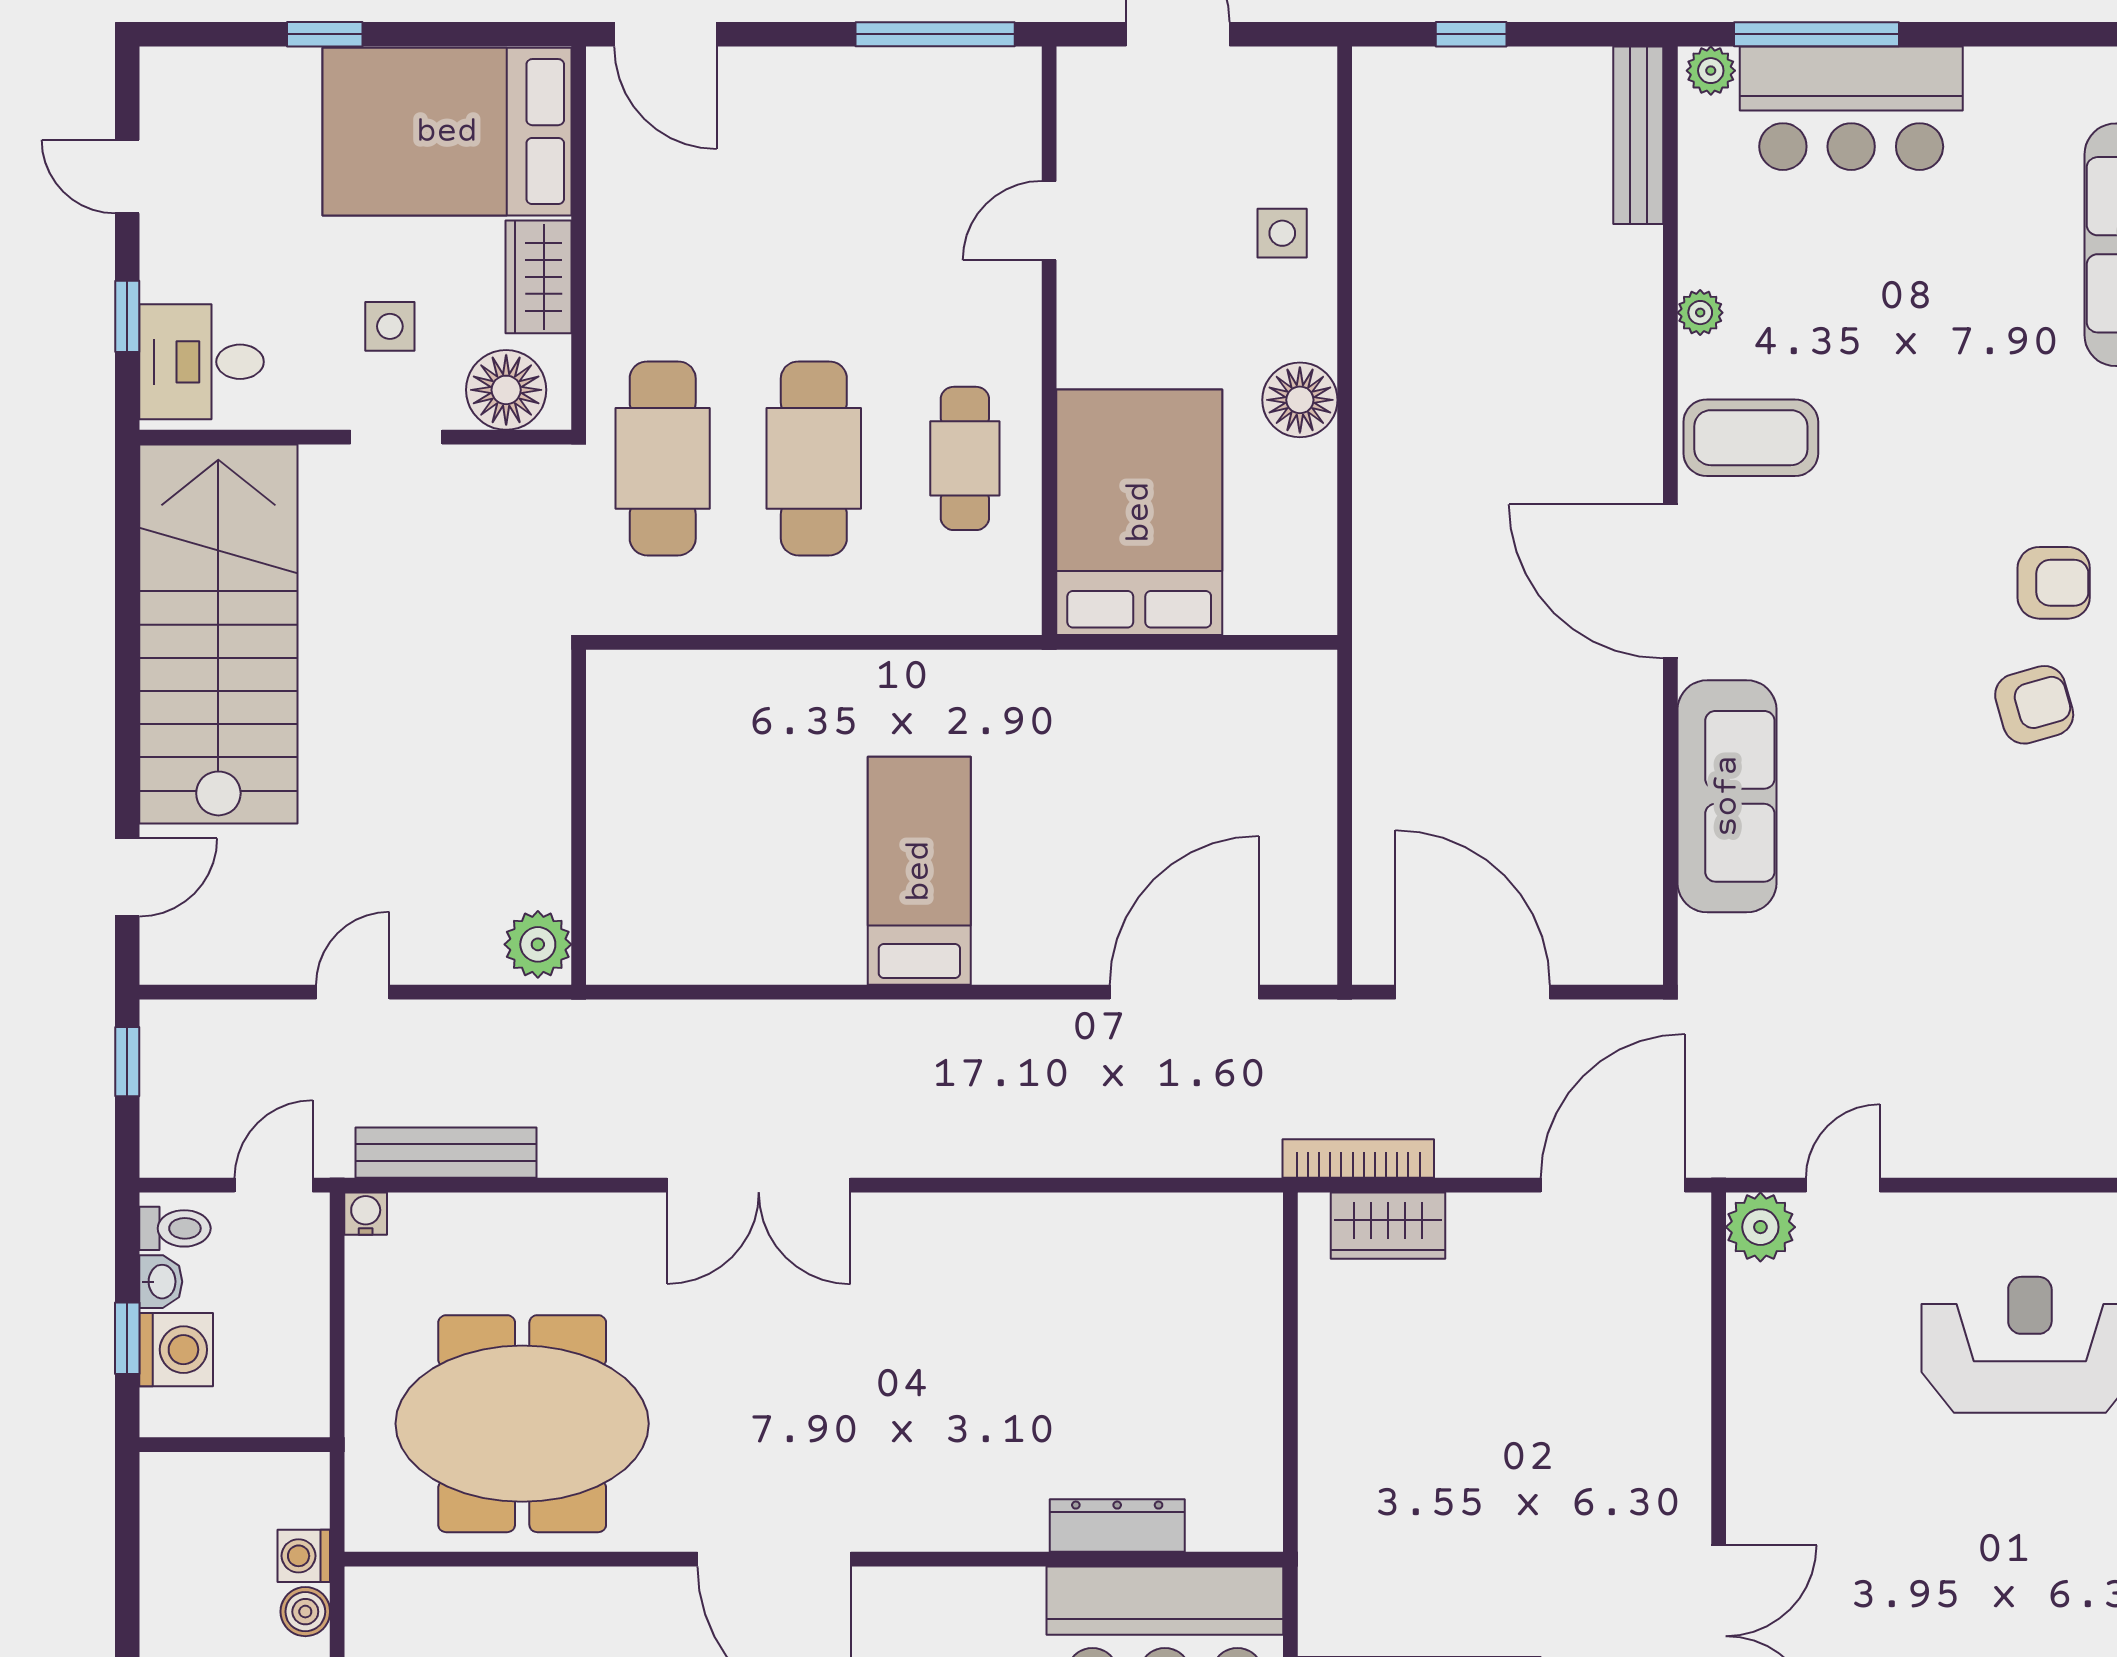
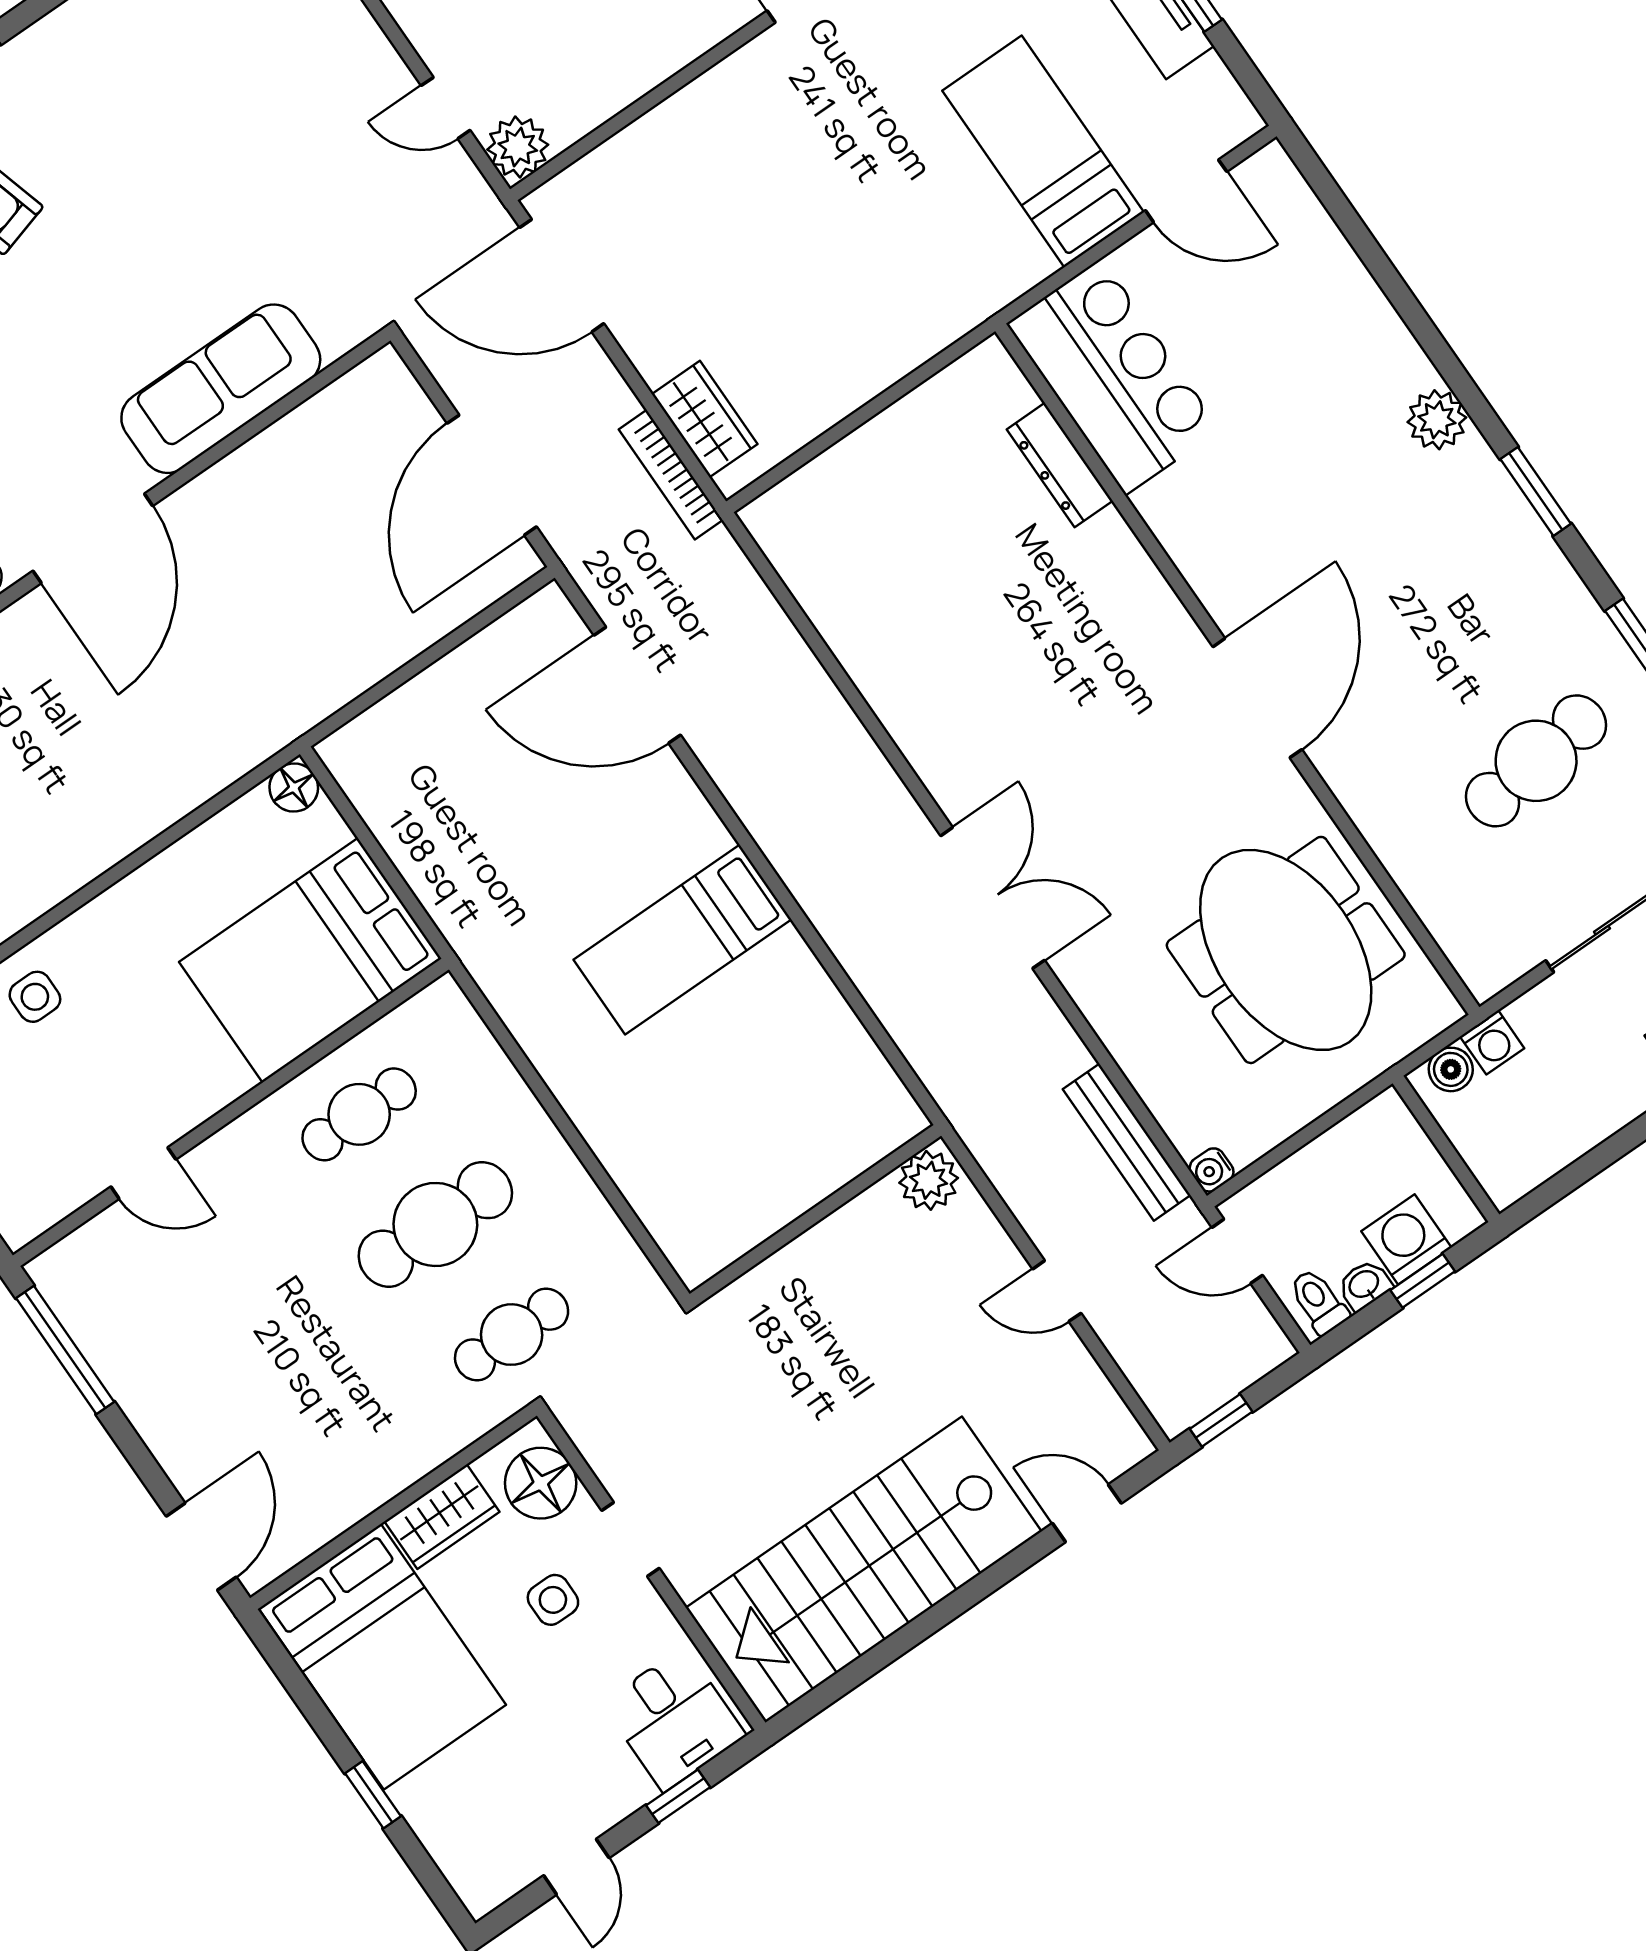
floor lamp: (1300, 400) -> (294, 787), moved, width x0.73, depth x0.73
cafe table: (663, 458) -> (512, 1335), width x0.73, depth x0.74
boiler: (305, 1612) -> (1451, 1069), moved

